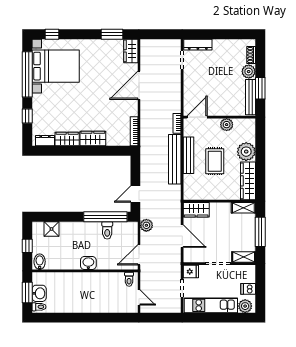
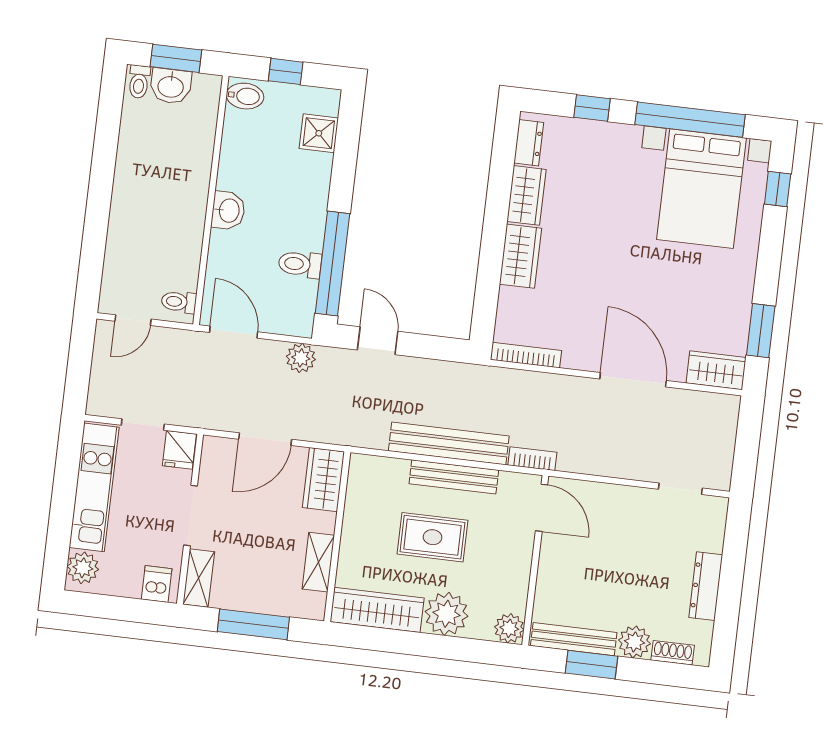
dresser: (198, 45) -> (706, 586), moved
plant: (227, 125) -> (509, 628), moved
shelving: (243, 208) -> (318, 562), moved
dishwasher: (248, 289) -> (157, 584), moved

